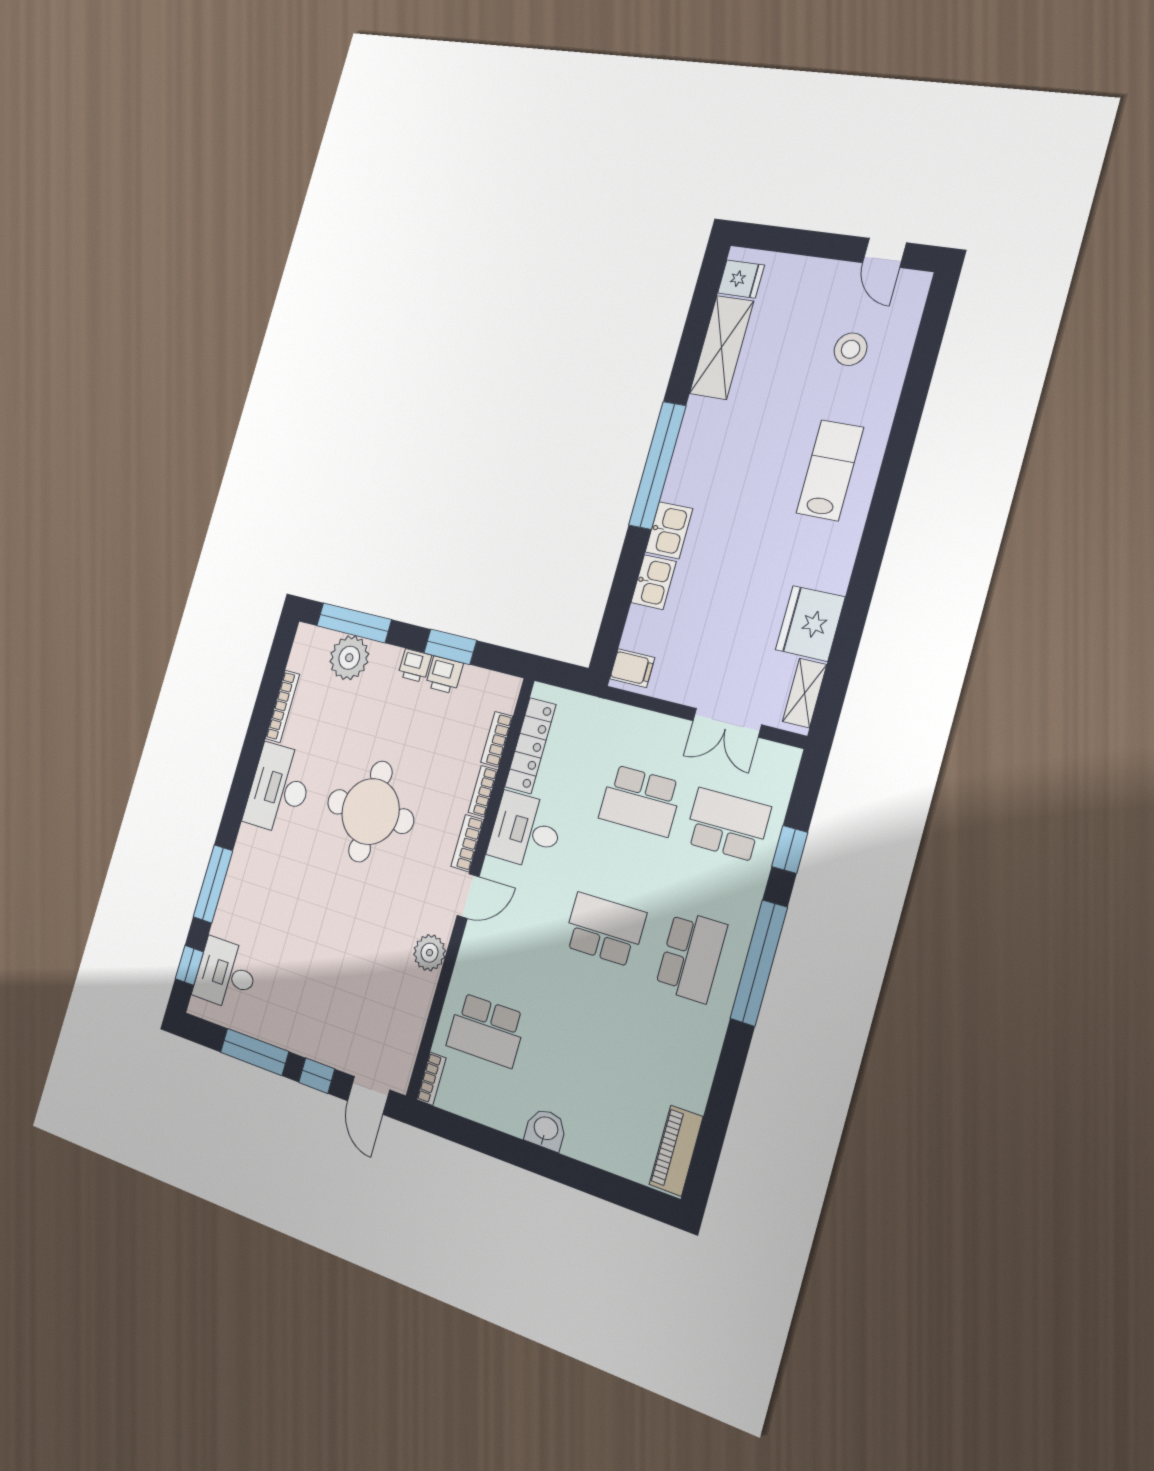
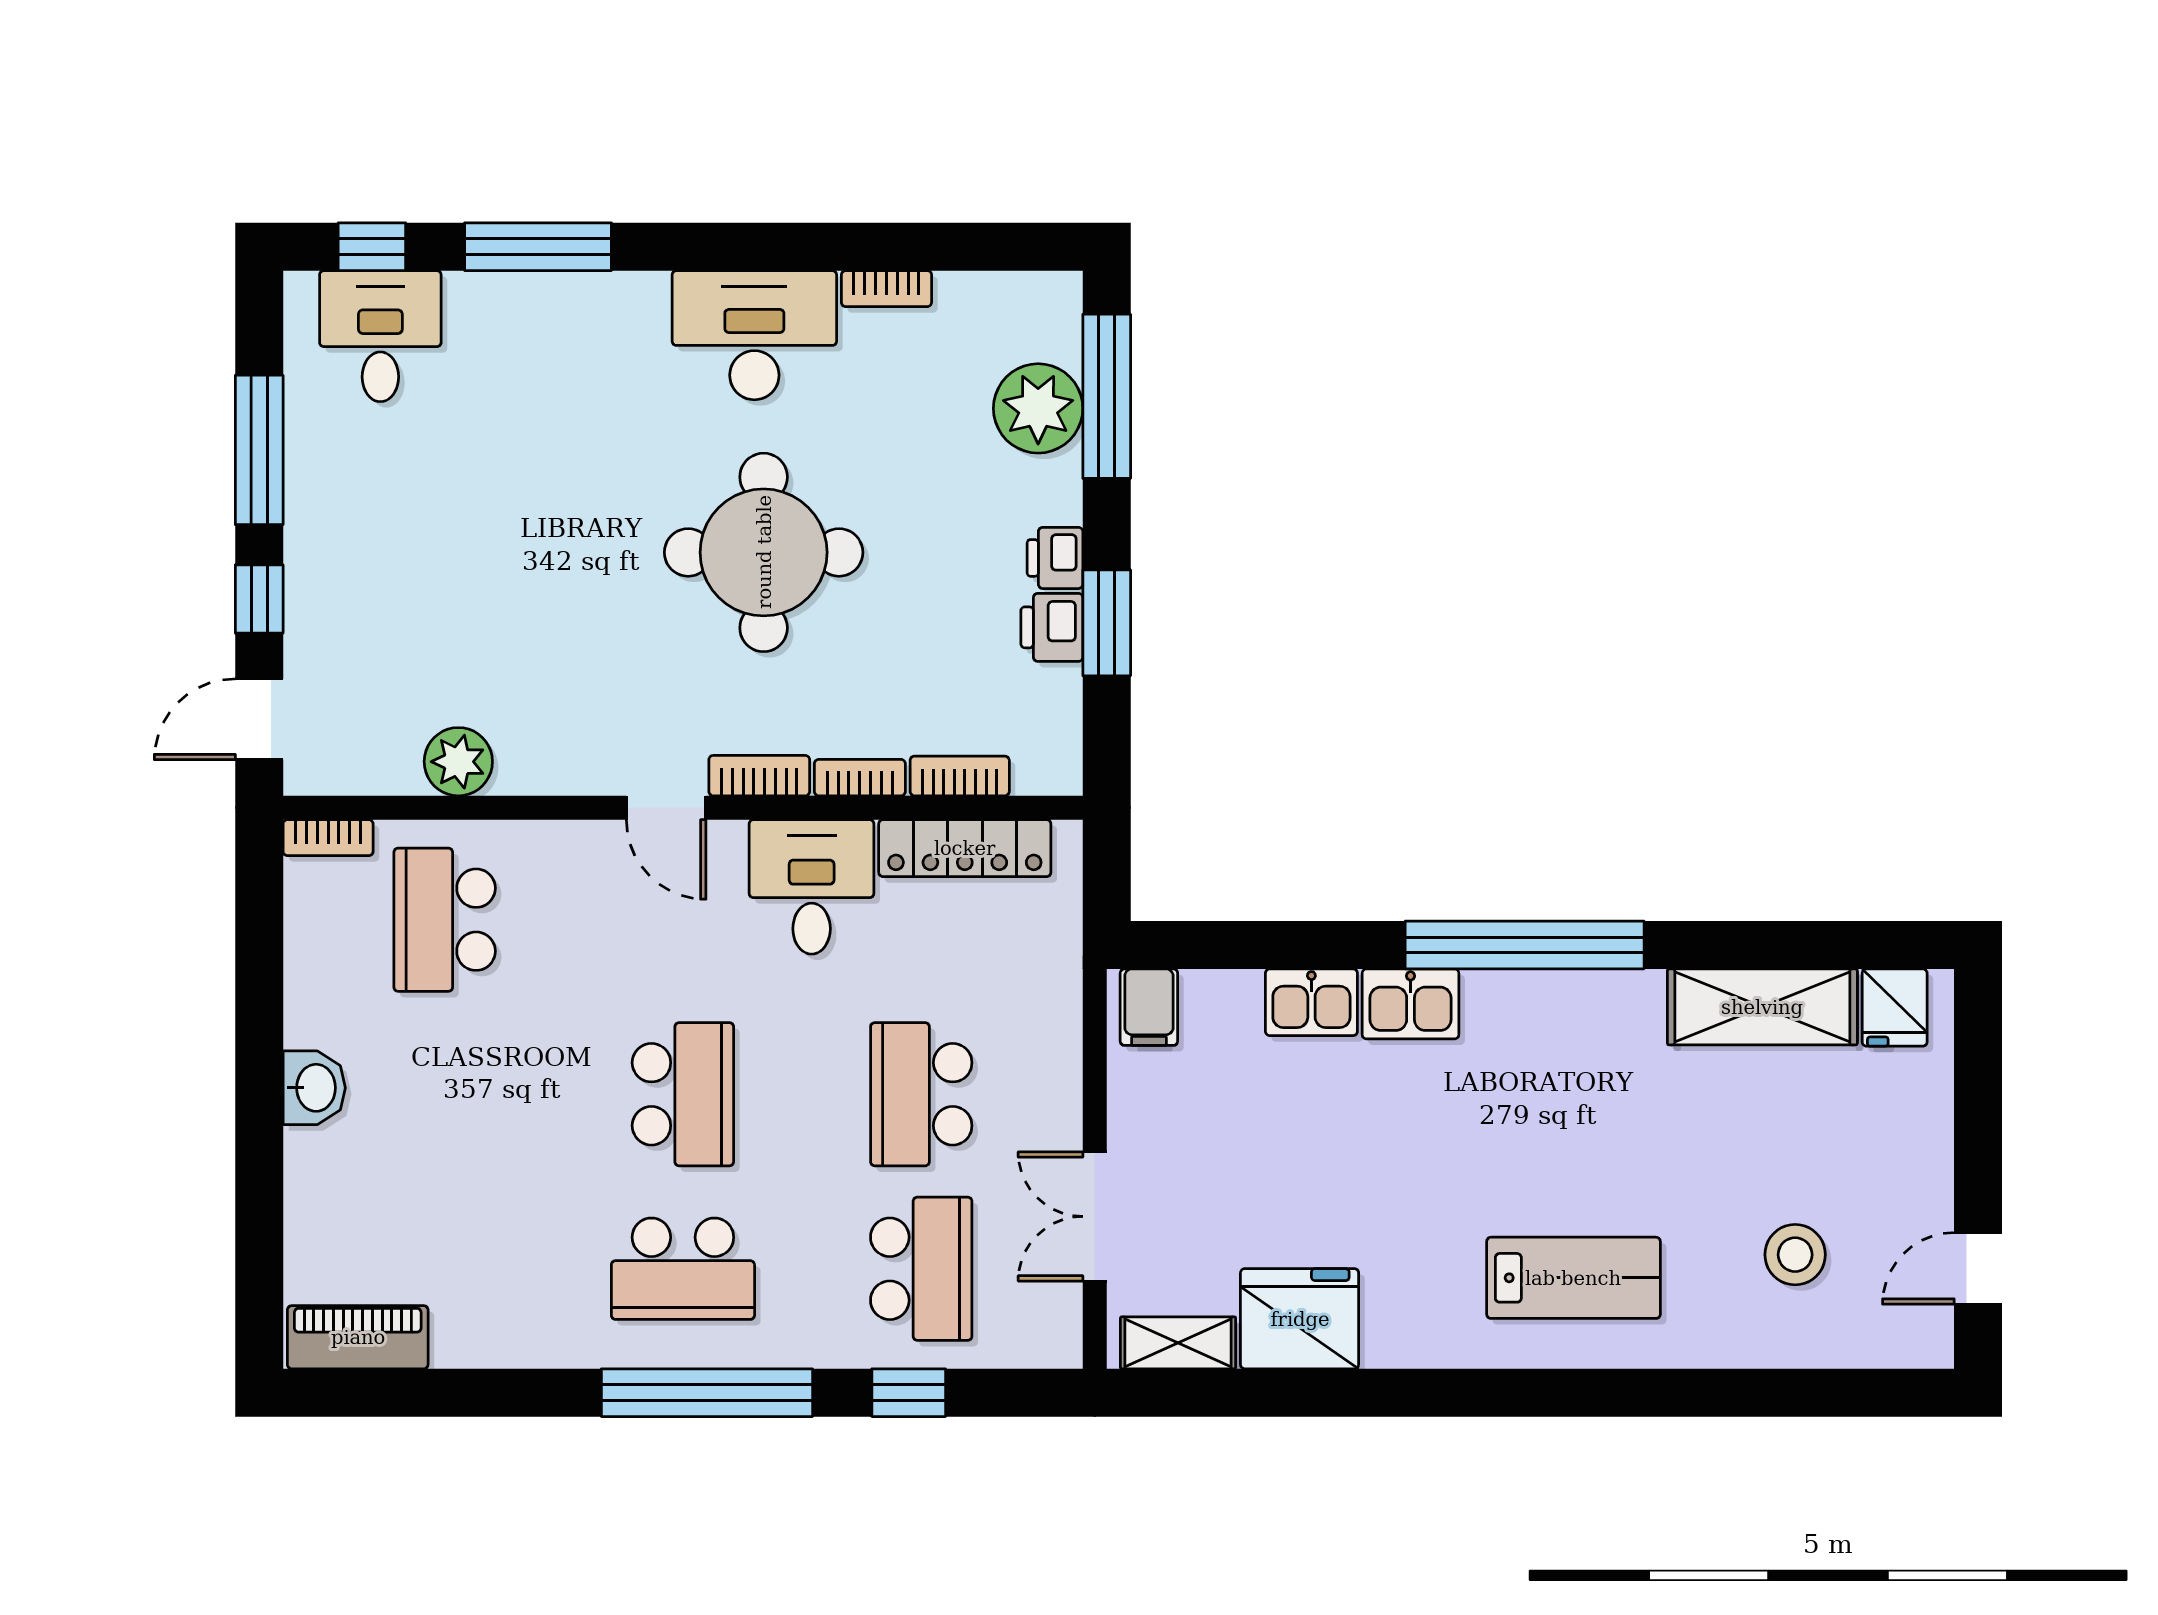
bookcase: (283, 706) -> (886, 289), width x0.64
plant: (430, 953) -> (458, 762), moved

